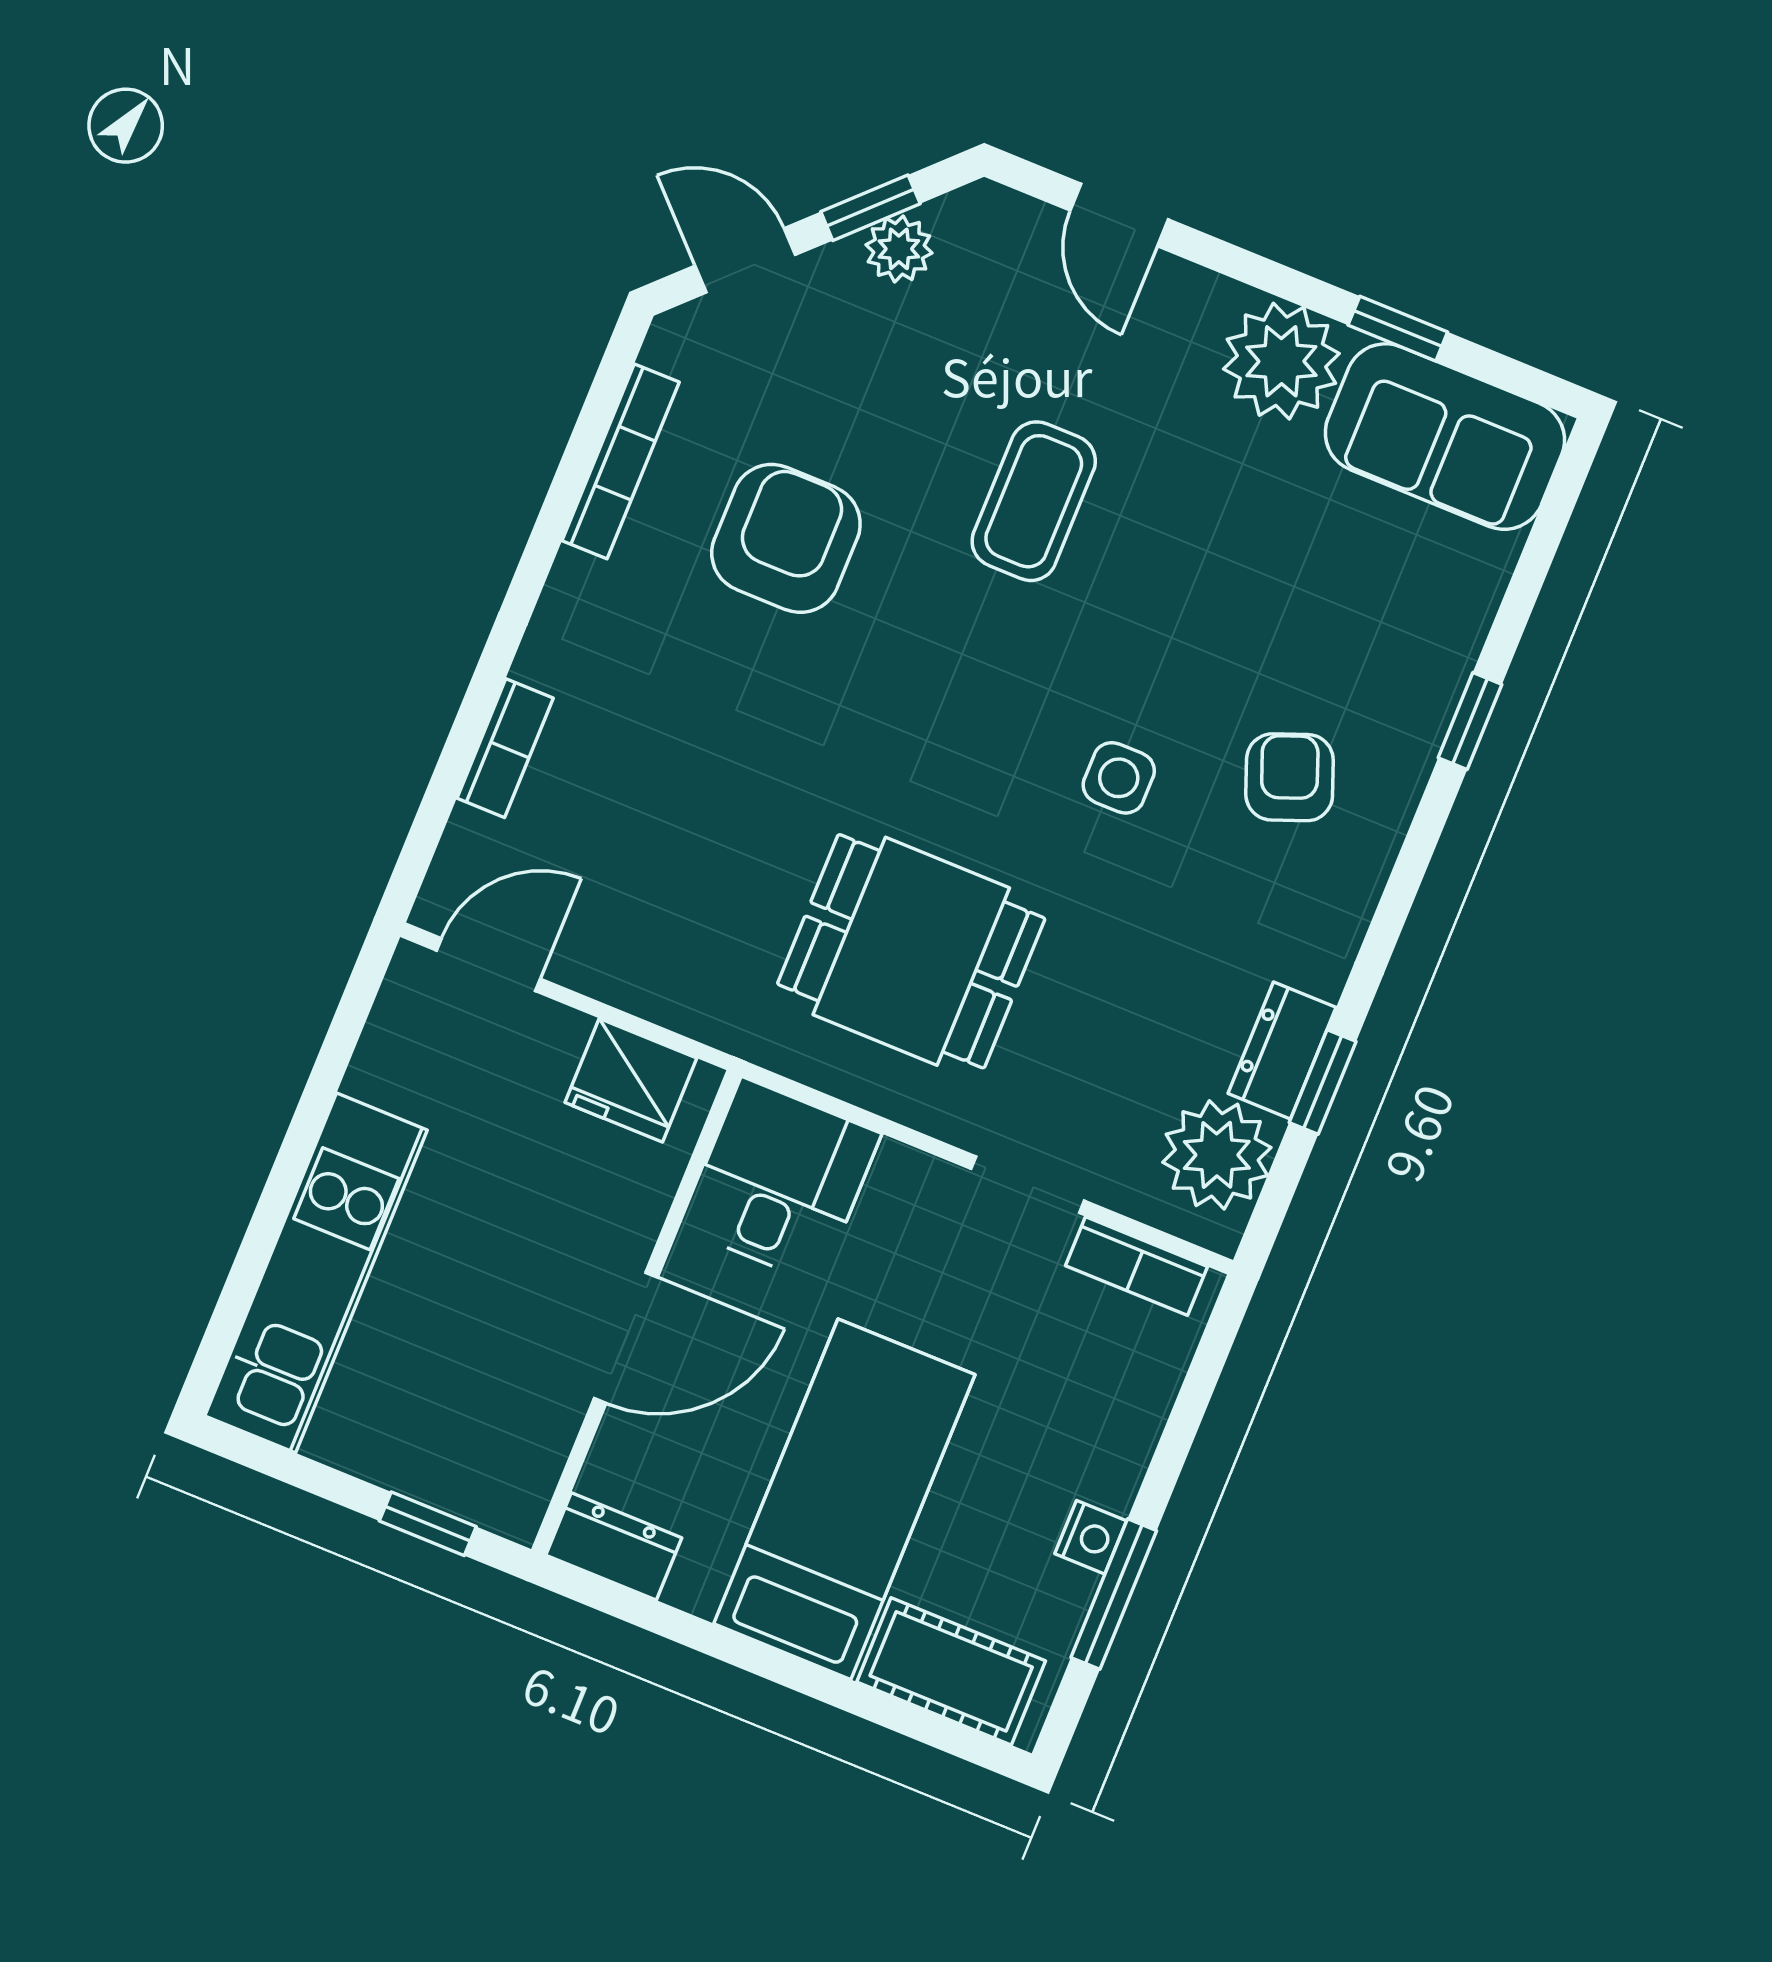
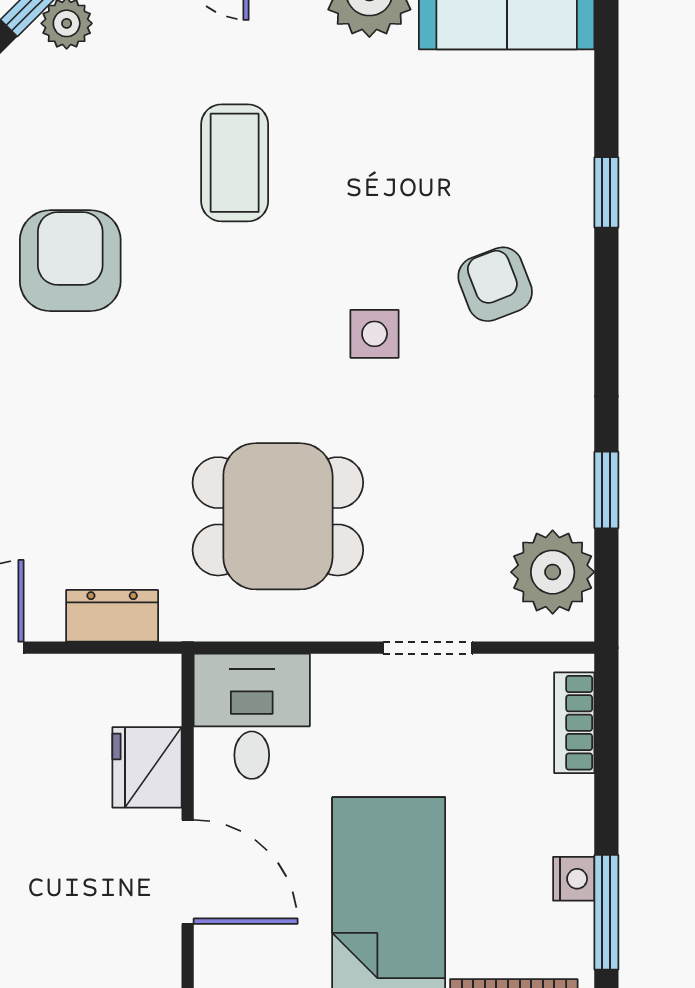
dresser: (1282, 1050) -> (112, 616), moved, turned 90
fridge: (631, 1080) -> (147, 767), moved, turned 90
bookcase: (1137, 1266) -> (574, 723), moved, turned 90
door: (626, 1338) -> (188, 872), hinge flipped

